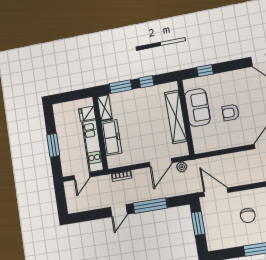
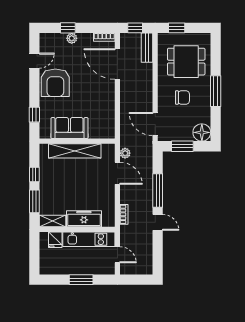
armchair: (231, 113) -> (55, 83), moved, width x1.88, depth x1.88
door: (216, 192) -> (155, 124), hinge flipped
floor lamp: (215, 241) -> (202, 132), added

